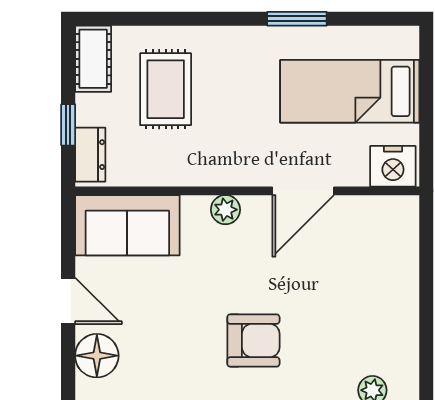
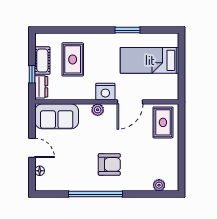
cot: (93, 59) -> (42, 61), moved
nightstand: (393, 166) -> (105, 92), moved
rug: (382, 240) -> (163, 122), added
floor lamp: (97, 356) -> (40, 171), width x0.53, depth x0.53

